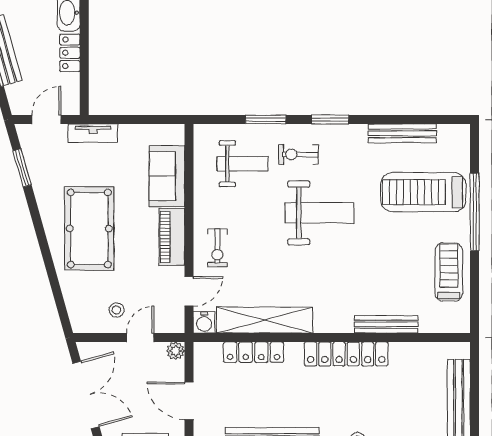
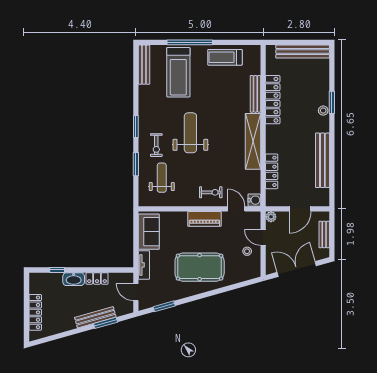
bench: (402, 133) -> (144, 65), moved
sofa: (167, 176) -> (149, 232), moved, turned -90
shelving: (265, 320) -> (253, 141), moved
locker: (346, 354) -> (273, 100), moved

